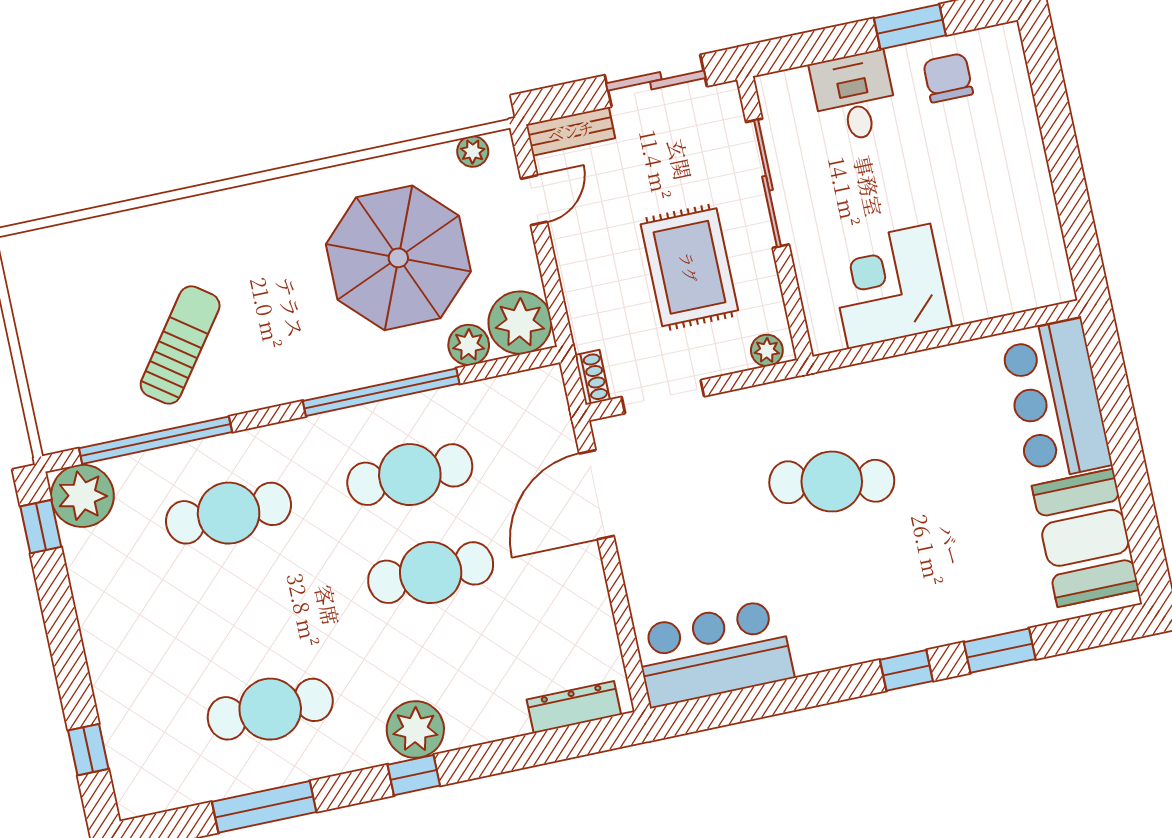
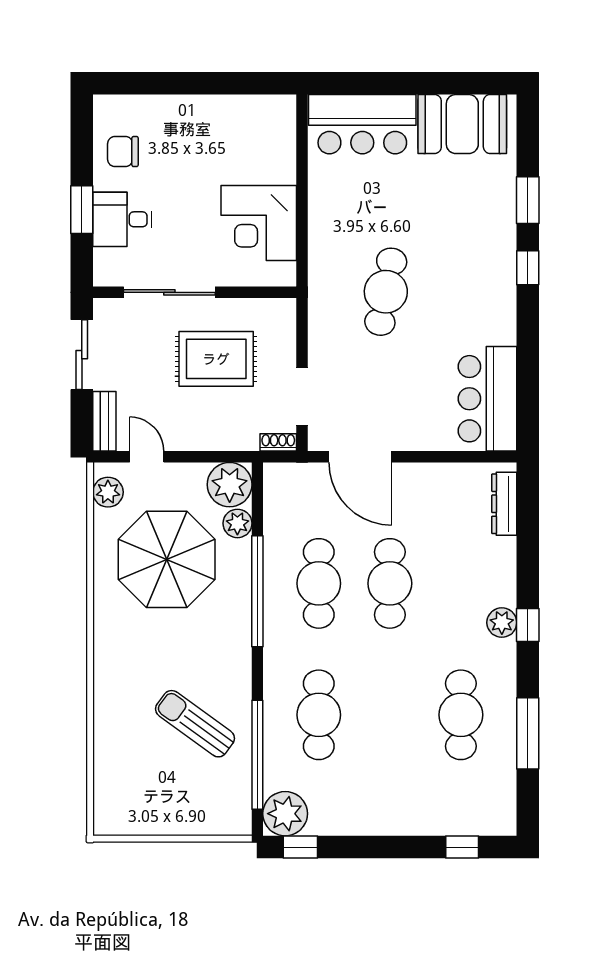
window: (910, 27) -> (82, 210), moved
plant: (473, 151) -> (108, 492), width x1.38, depth x1.38
plant: (767, 350) -> (285, 317), removed
plant: (415, 729) -> (502, 623), width x0.73, depth x0.73

